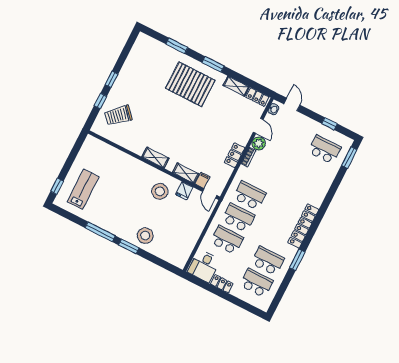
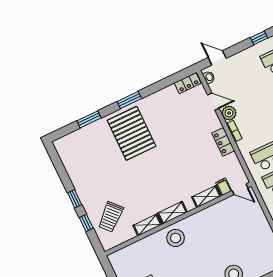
pallet: (190, 84) -> (132, 133), turned 90
shelving: (236, 86) -> (147, 225), moved
stool: (160, 191) -> (176, 238), moved
fridge: (184, 191) -> (221, 210), removed

